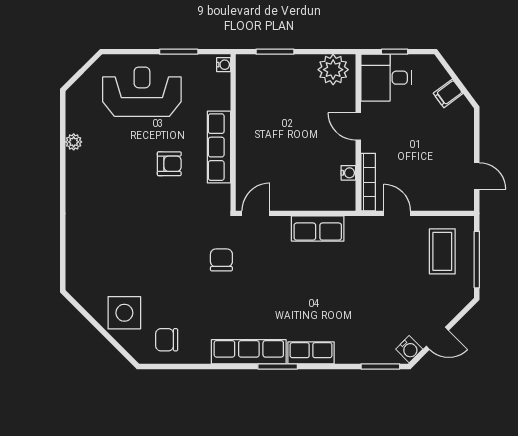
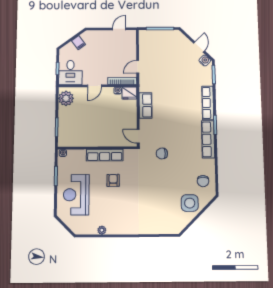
fridge: (343, 196) -> (129, 93), added
coffee table: (442, 251) -> (156, 45), removed
row of seats: (311, 353) -> (208, 103), width x1.48

